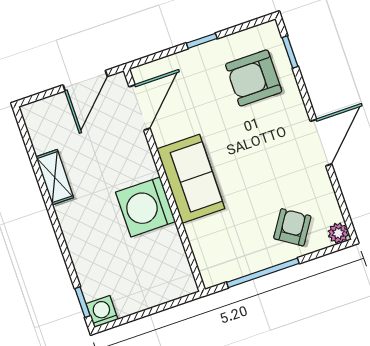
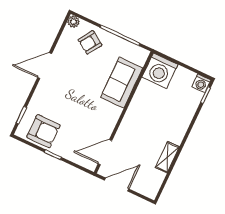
armchair: (254, 78) -> (43, 131), moved
sofa: (191, 179) -> (122, 83), moved
washing machine: (146, 207) -> (160, 71), moved, turned 90

